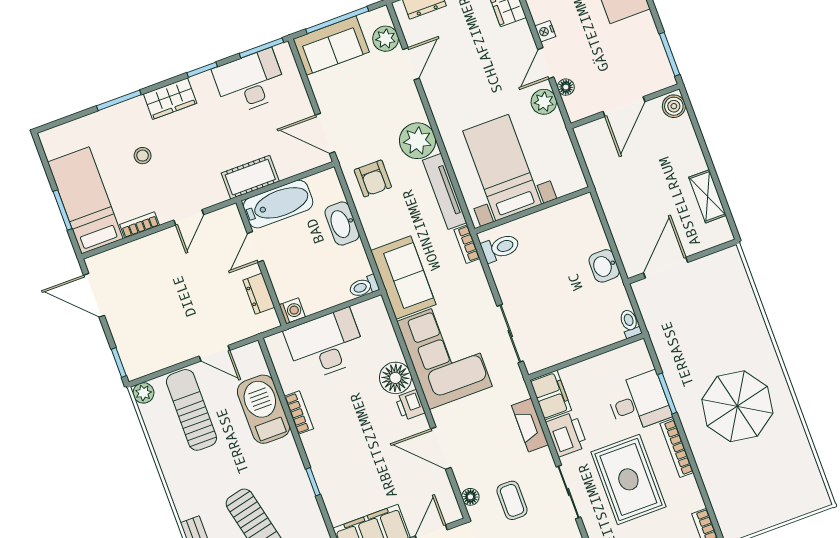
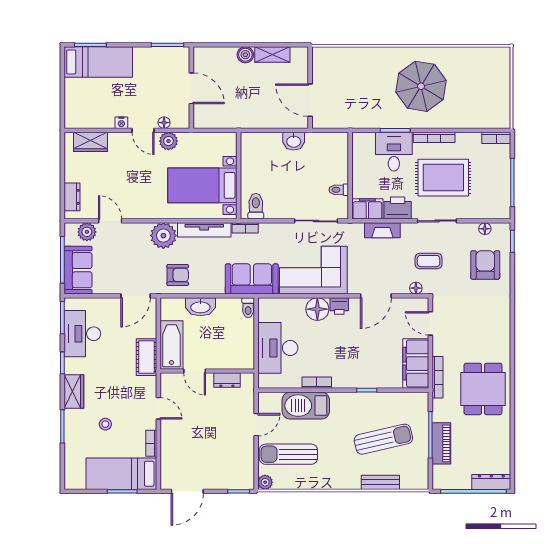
boiler: (674, 106) -> (245, 55), moved
washing machine: (292, 311) -> (247, 362), removed
toilet: (630, 323) -> (339, 190), moved

